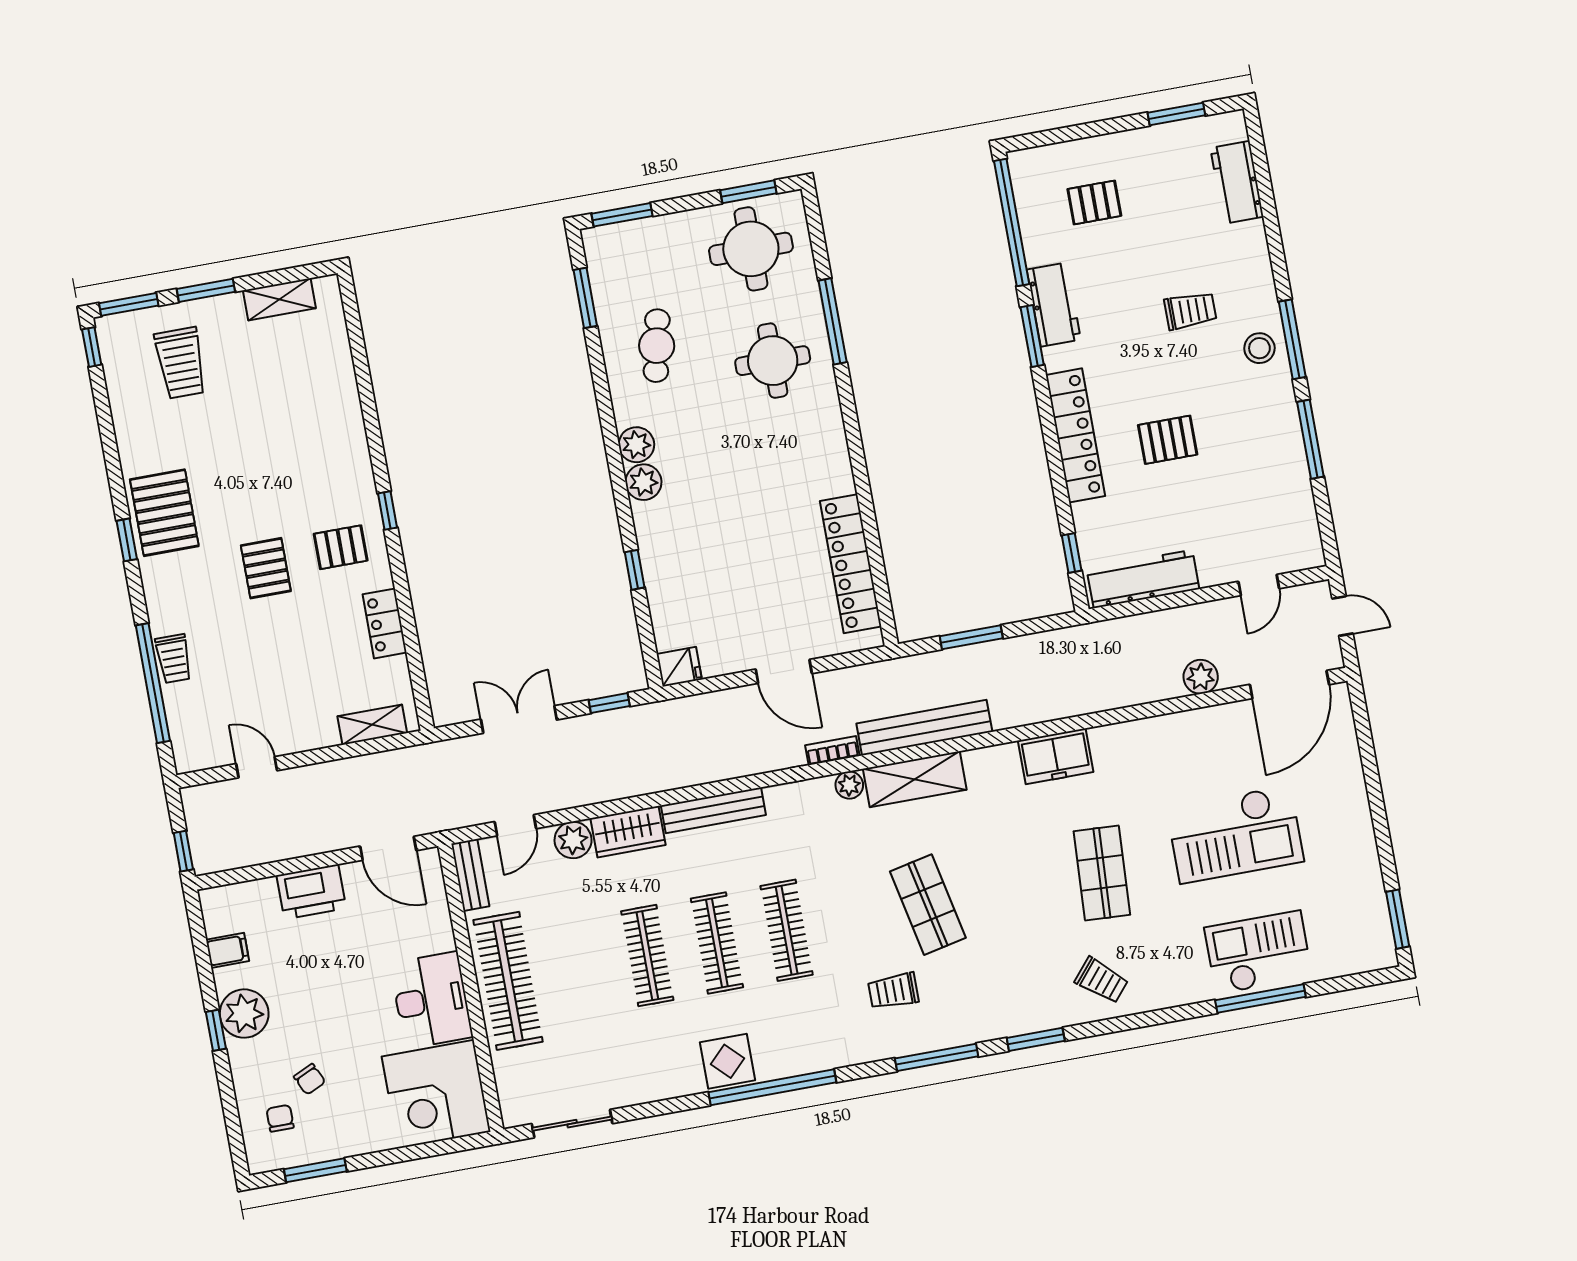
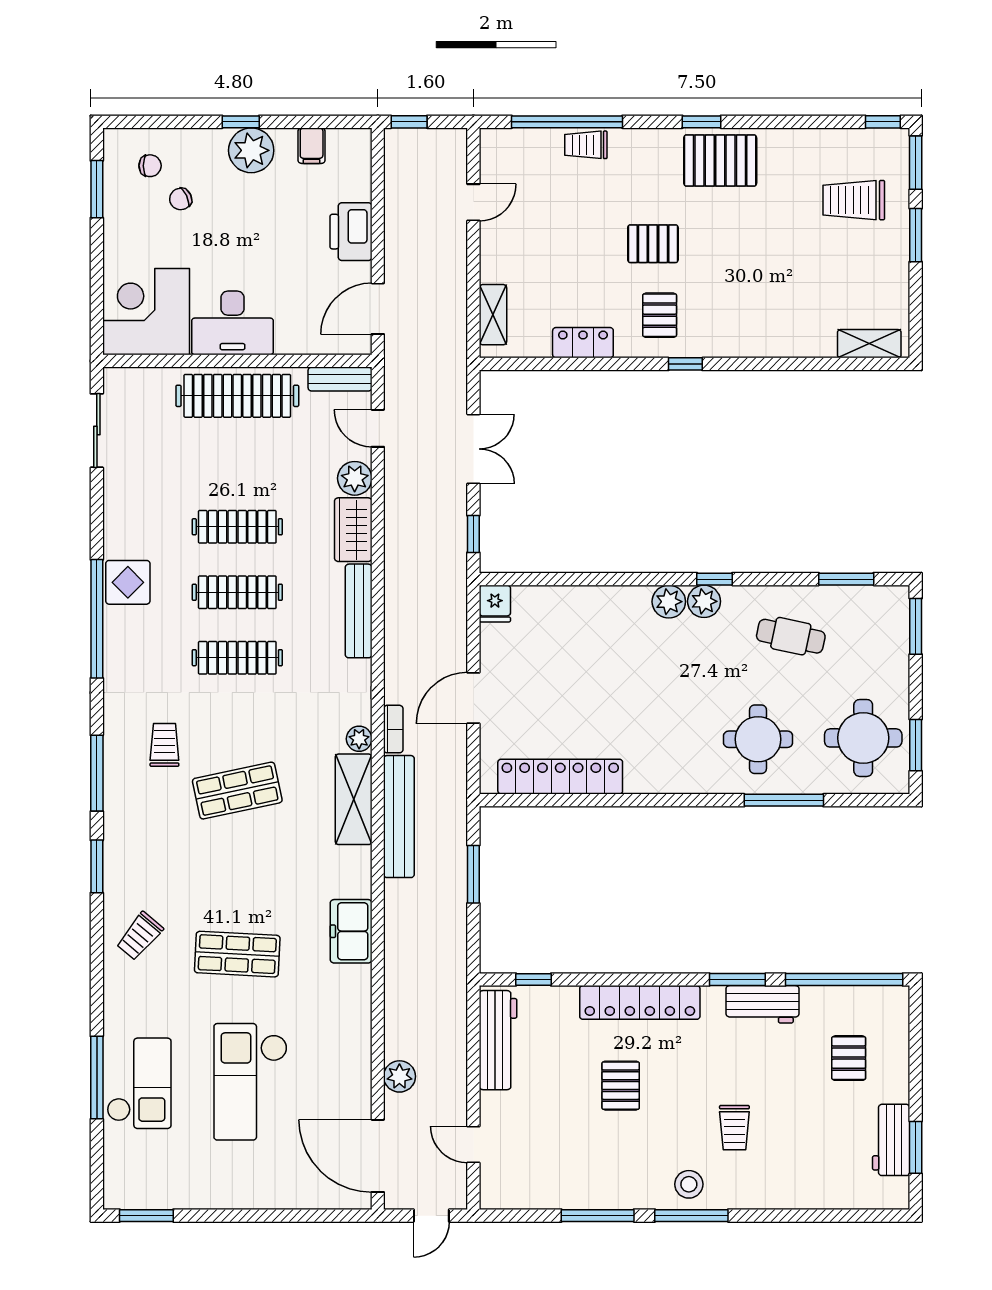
workbench: (1237, 182) -> (891, 1140), moved, turned -90
shelving: (279, 299) -> (869, 344), moved, turned 90
window: (635, 570) -> (715, 579), moved

